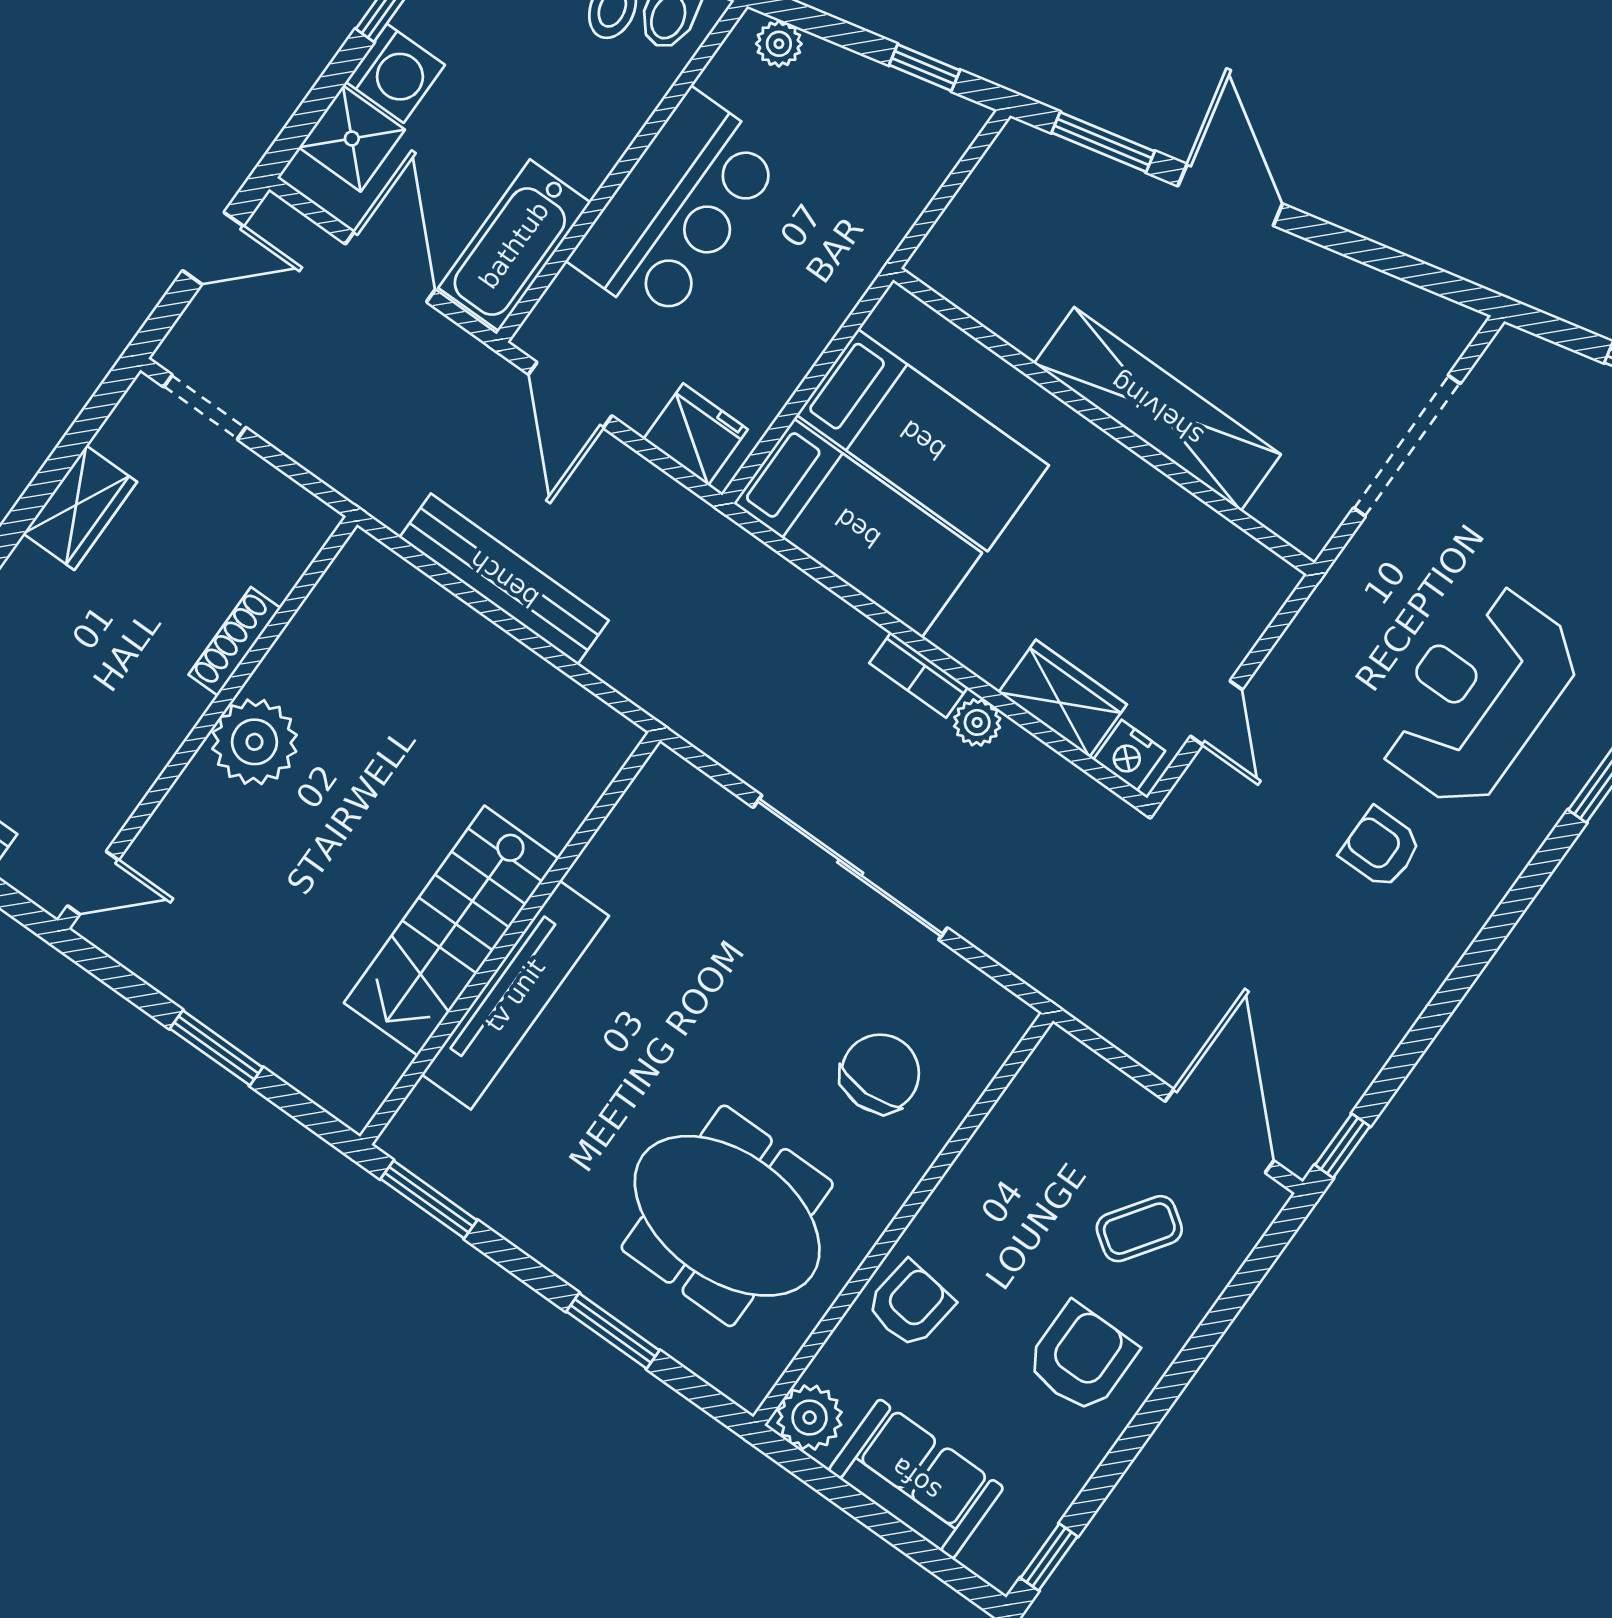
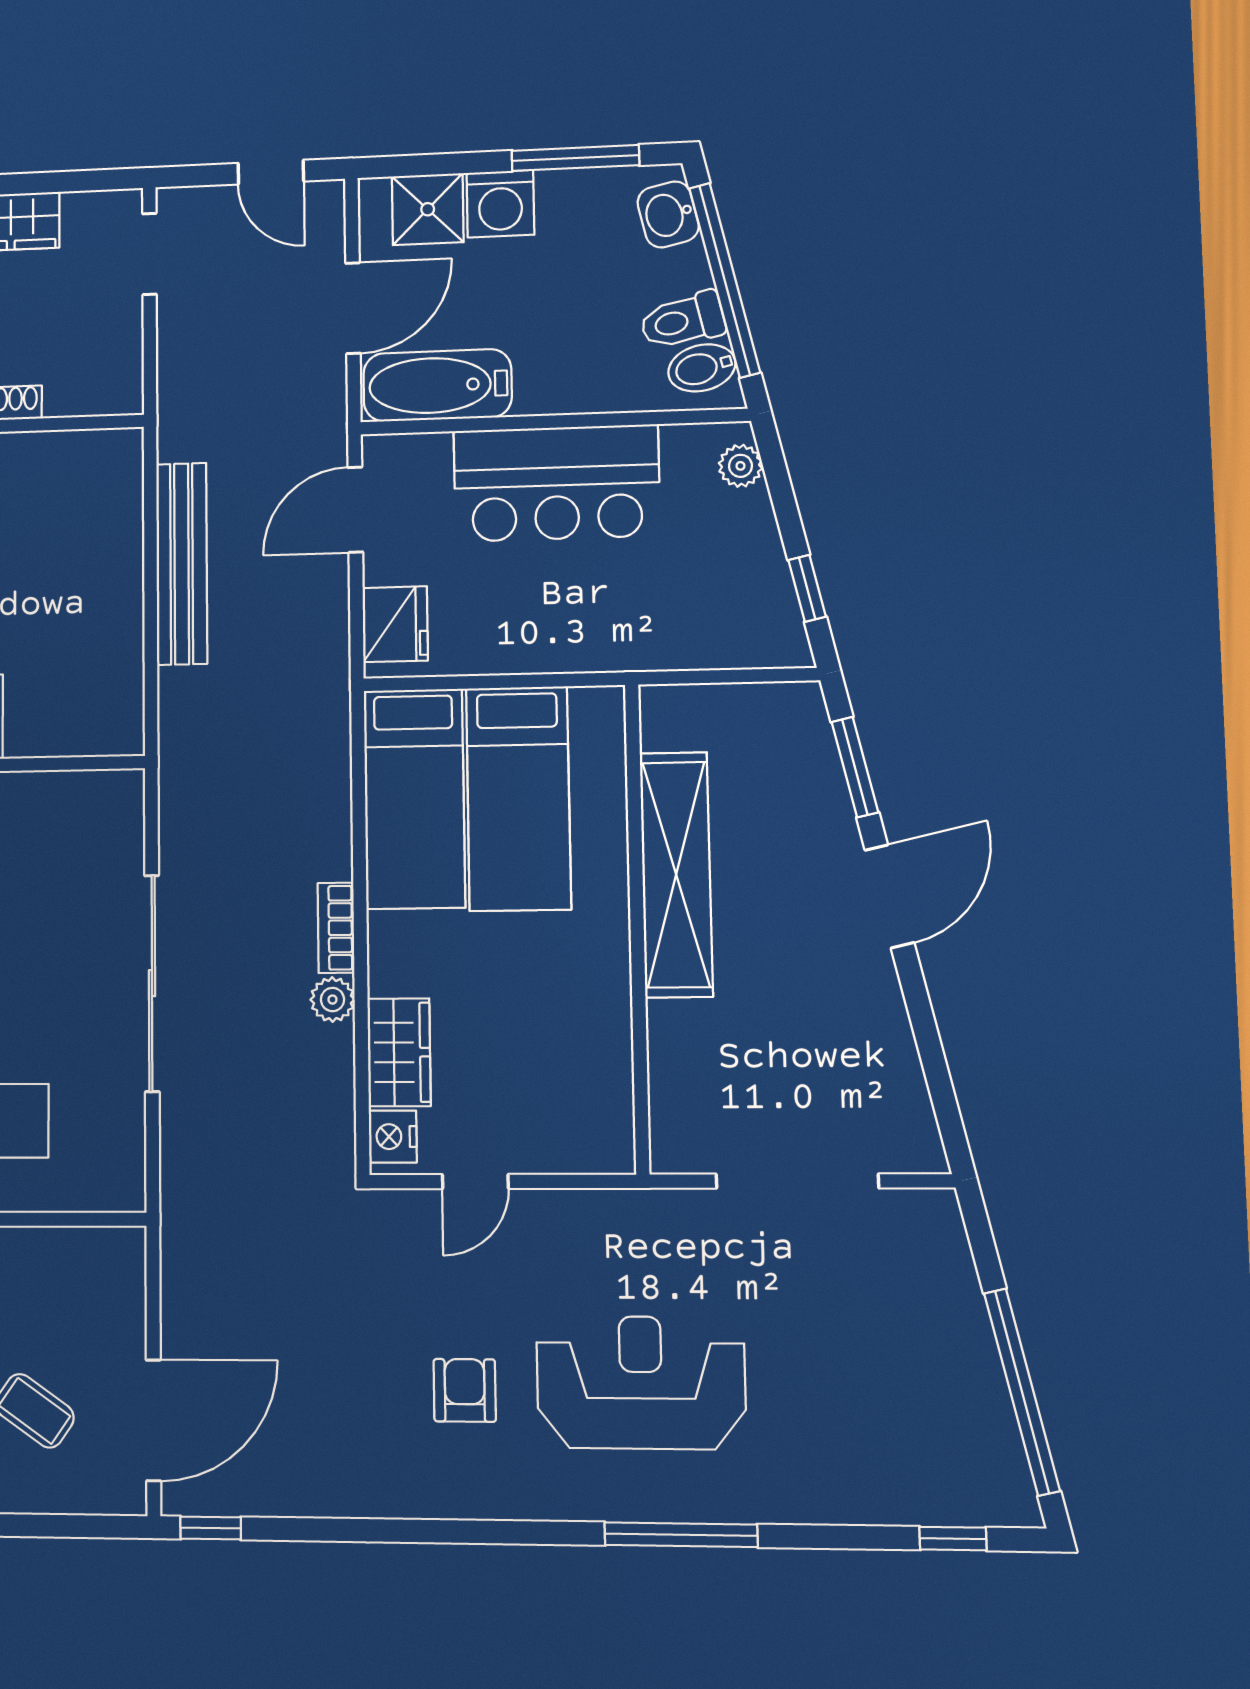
shelving: (1157, 409) -> (676, 875), moved

